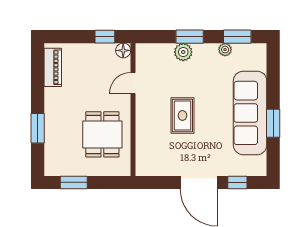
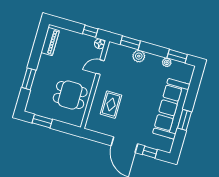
window: (190, 37) -> (130, 43), moved
rug: (182, 115) -> (111, 105), moved
dining table: (102, 134) -> (70, 95), turned 90

